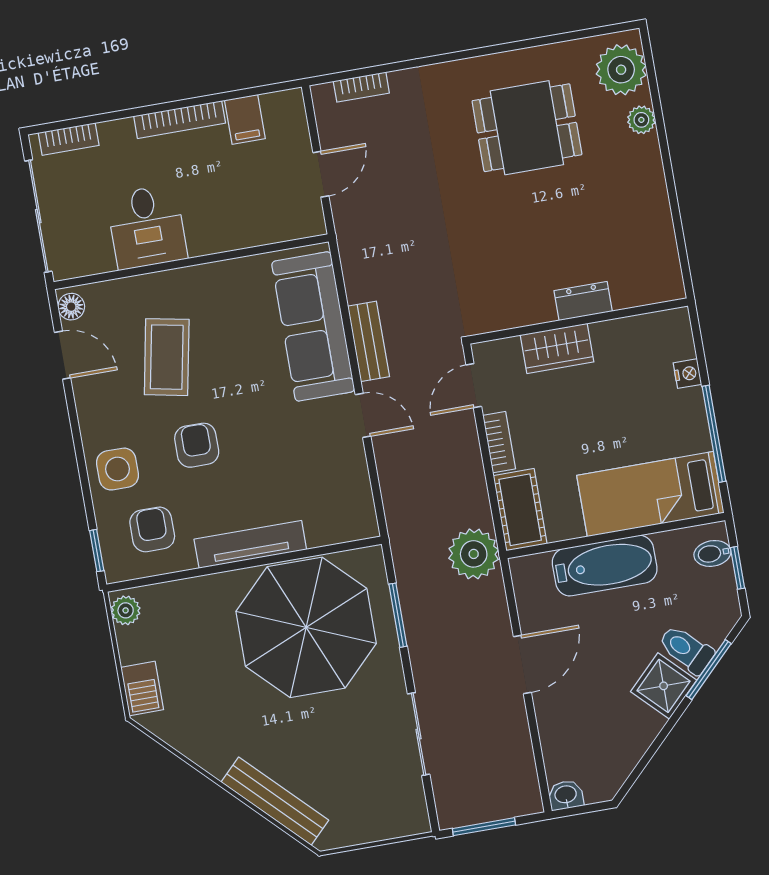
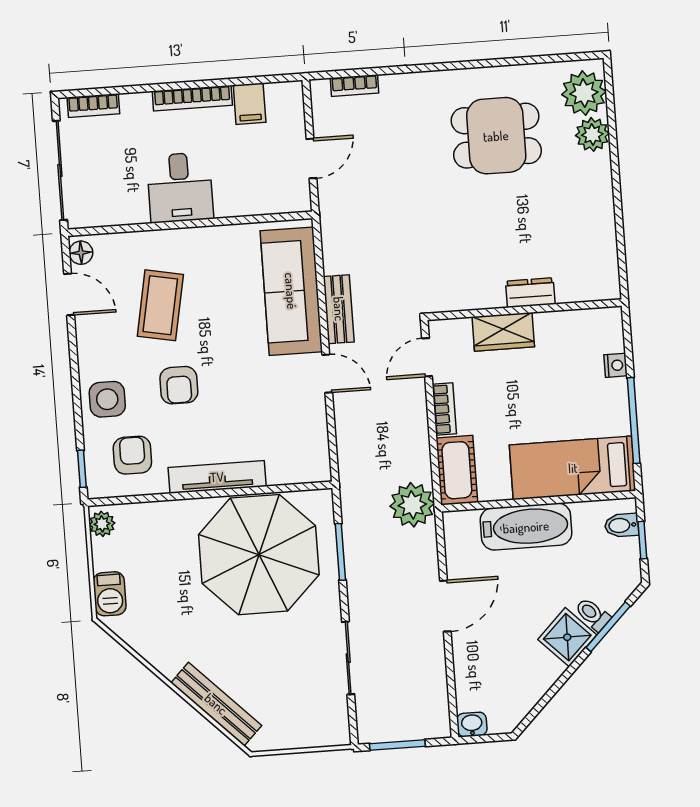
plant: (641, 120) -> (592, 134), width x1.38, depth x1.38
desk: (147, 227) -> (180, 187), moved
armchair: (197, 445) -> (179, 385), turned 180
toilet: (686, 649) -> (593, 614), width x0.73, depth x0.72

